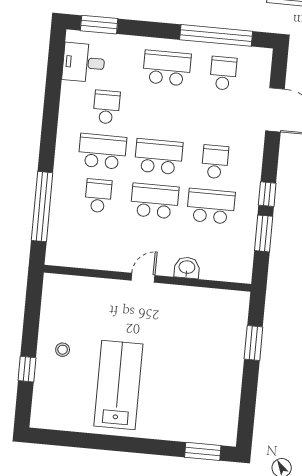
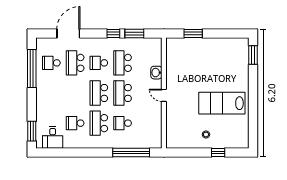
school desk: (167, 68) -> (75, 63), moved

